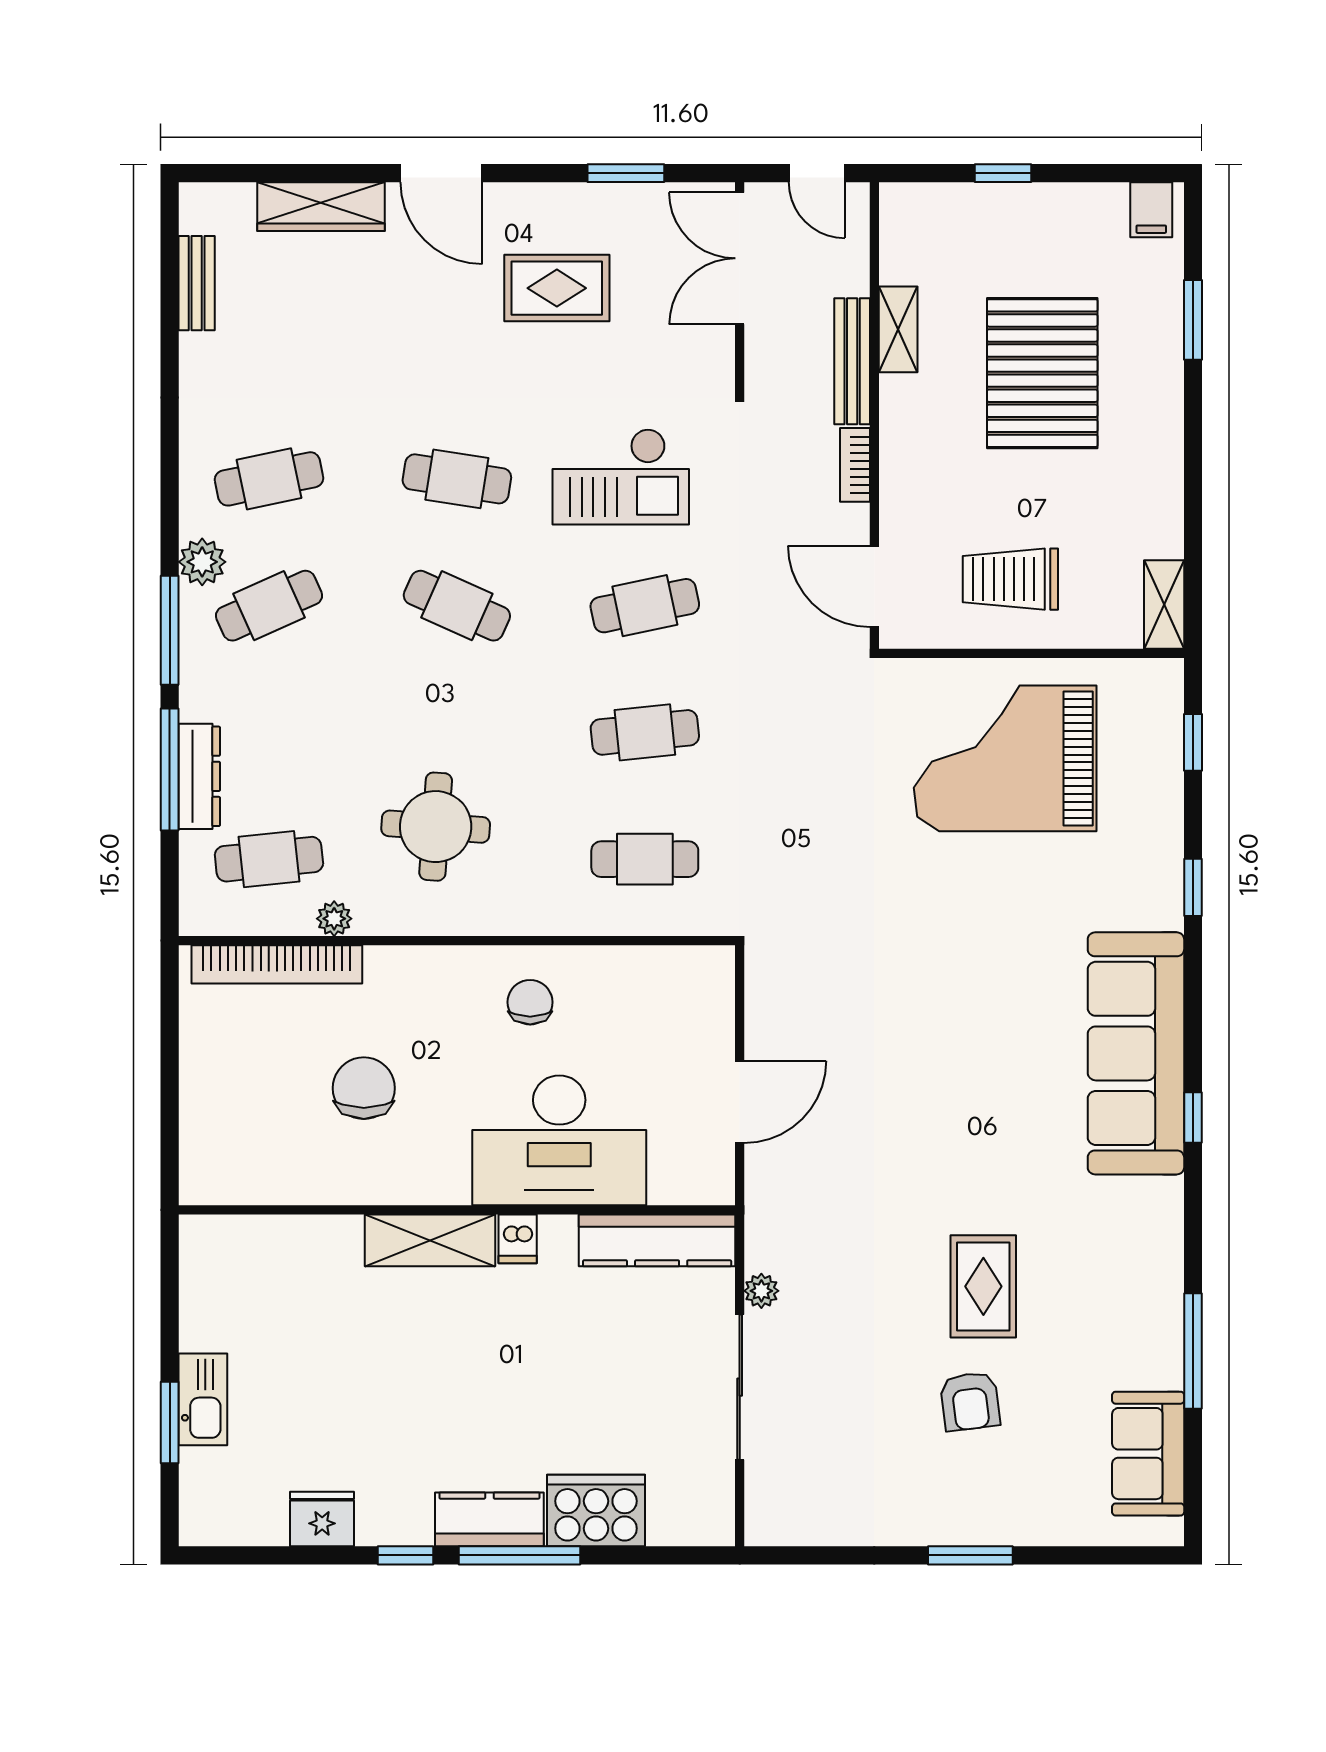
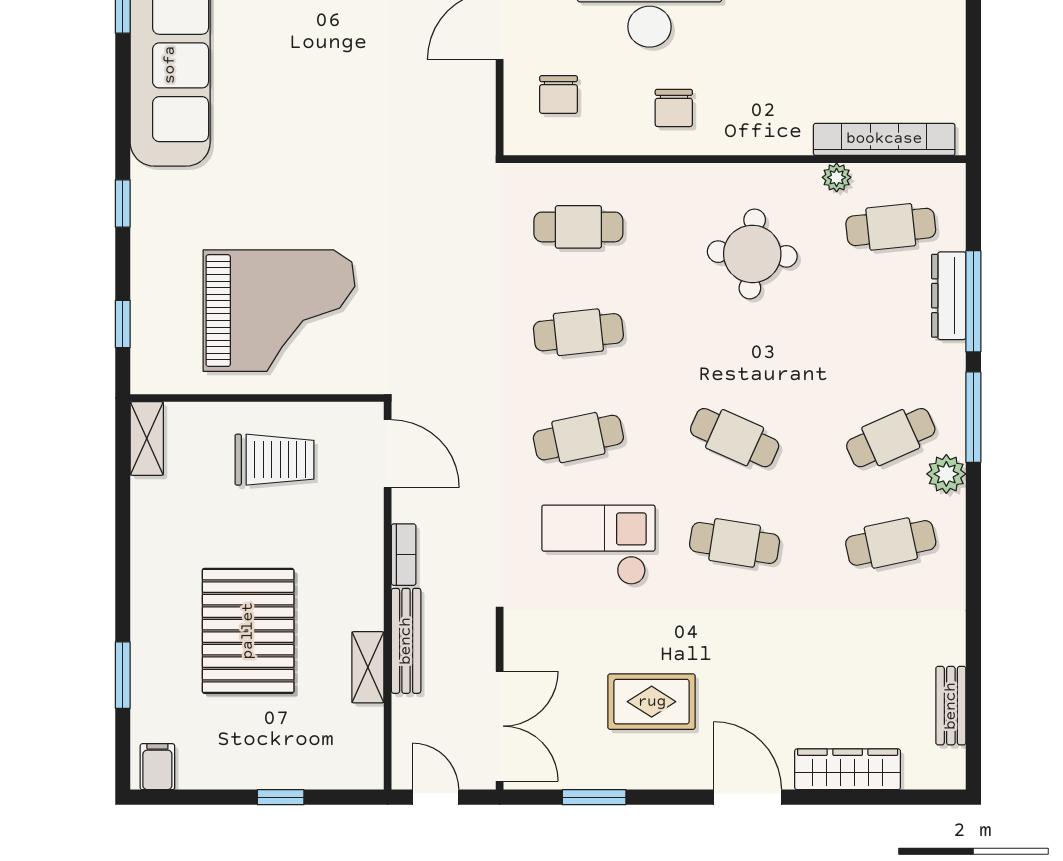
chair: (364, 1088) -> (559, 94), moved, width x0.73, depth x0.73

